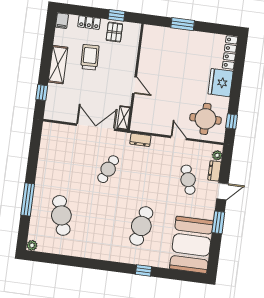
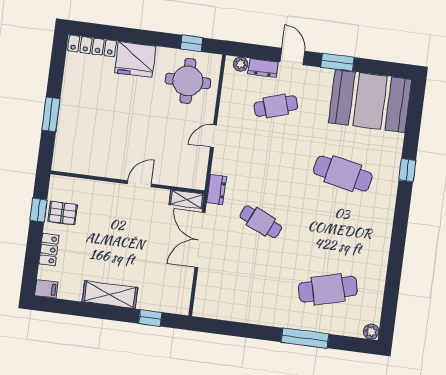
trolley: (90, 57) -> (99, 248), removed
door: (179, 138) -> (213, 136), moved
dresser: (140, 140) -> (217, 190), moved

